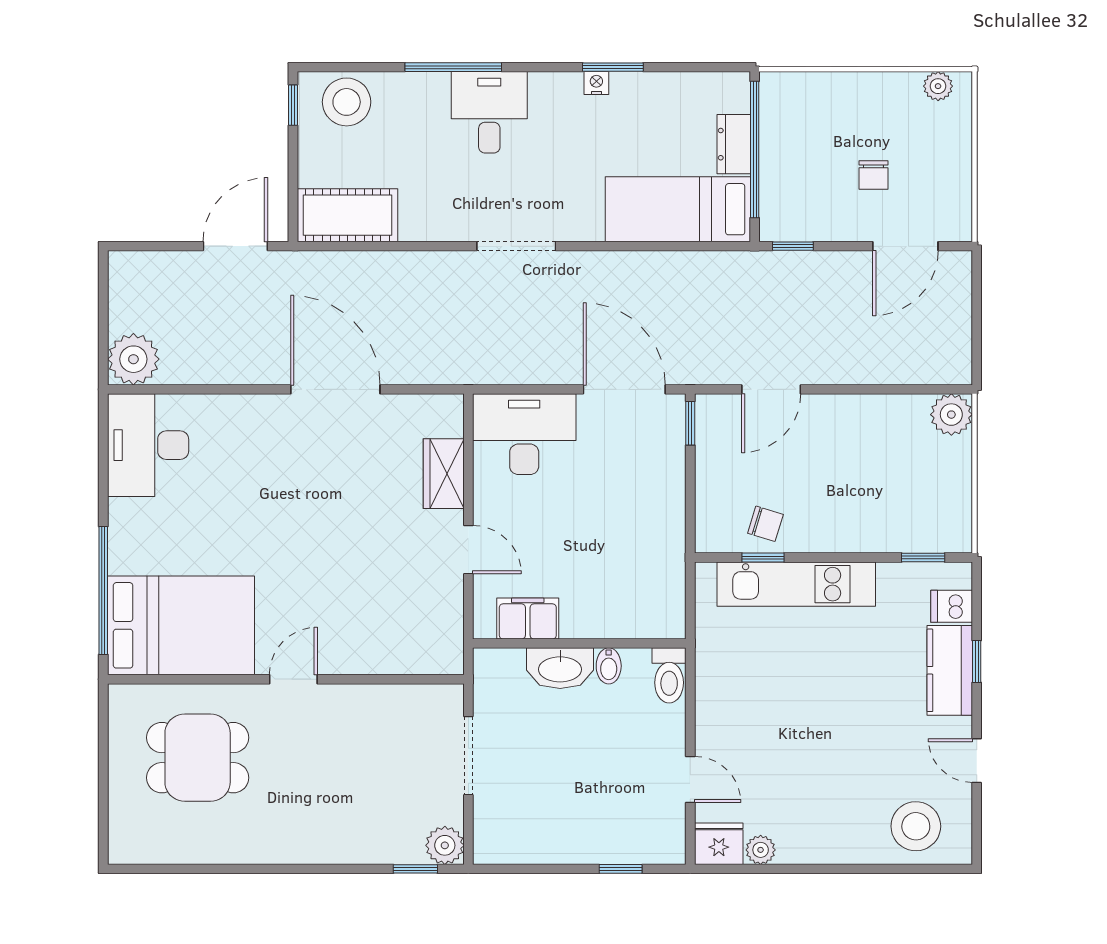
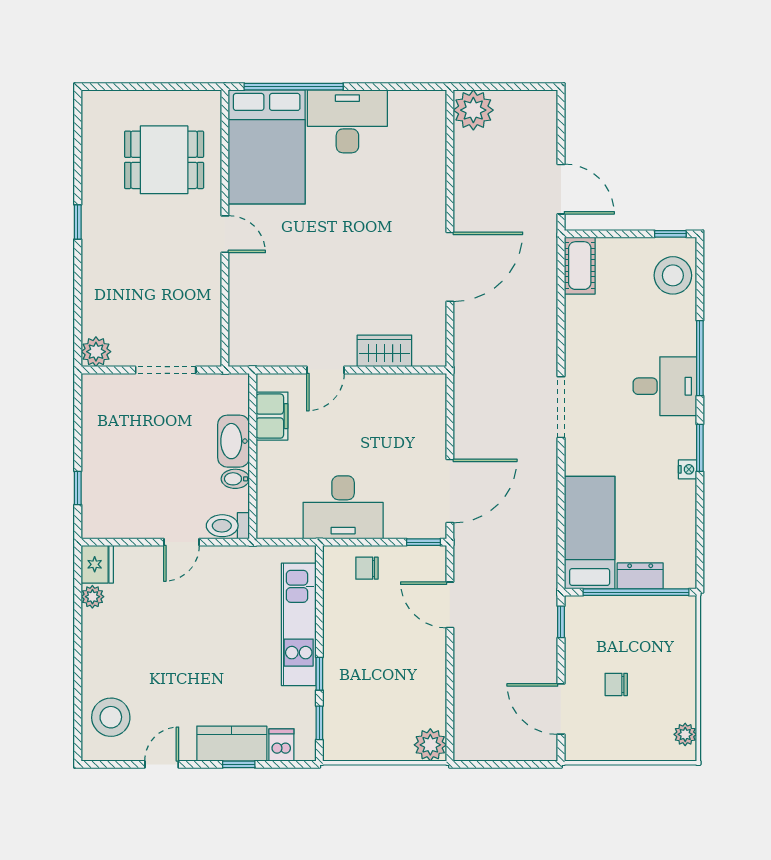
window: (613, 67) -> (700, 448), moved
cot: (347, 215) -> (580, 266), width x0.73, depth x0.75
desk: (524, 434) -> (343, 507), moved, turned 90
desk: (148, 445) -> (347, 121), moved
chair: (765, 524) -> (367, 568), moved, turned 73
window: (763, 558) -> (319, 674), moved
dining table: (198, 758) -> (164, 160), turned 90
door: (690, 780) -> (181, 542), moved
window: (415, 869) -> (78, 222), moved

